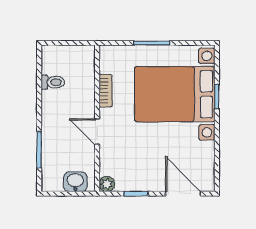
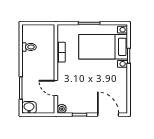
bed with nightstands: (175, 94) -> (103, 47), width x0.73
door: (97, 132) -> (56, 88), moved
washbasin: (75, 182) -> (29, 107), moved

